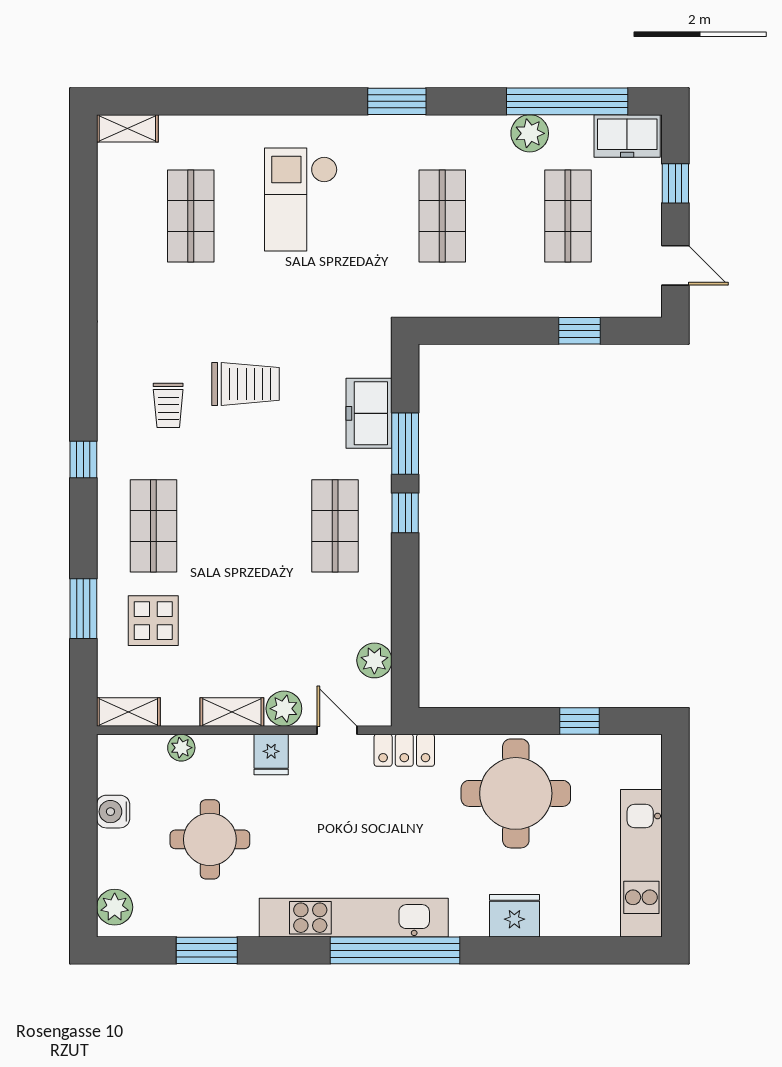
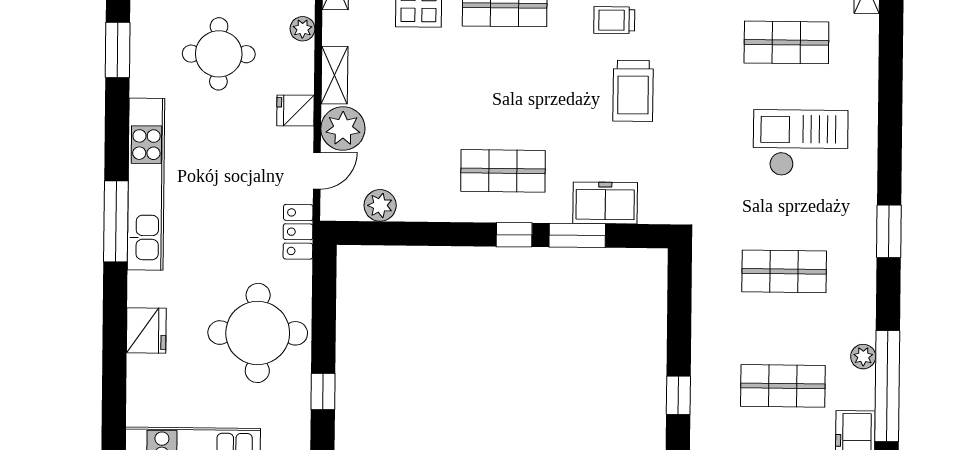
plant: (530, 133) -> (863, 357), width x0.73, depth x0.73
plant: (284, 709) -> (343, 128), width x1.36, depth x1.36
window: (395, 950) -> (116, 221), width x0.68

